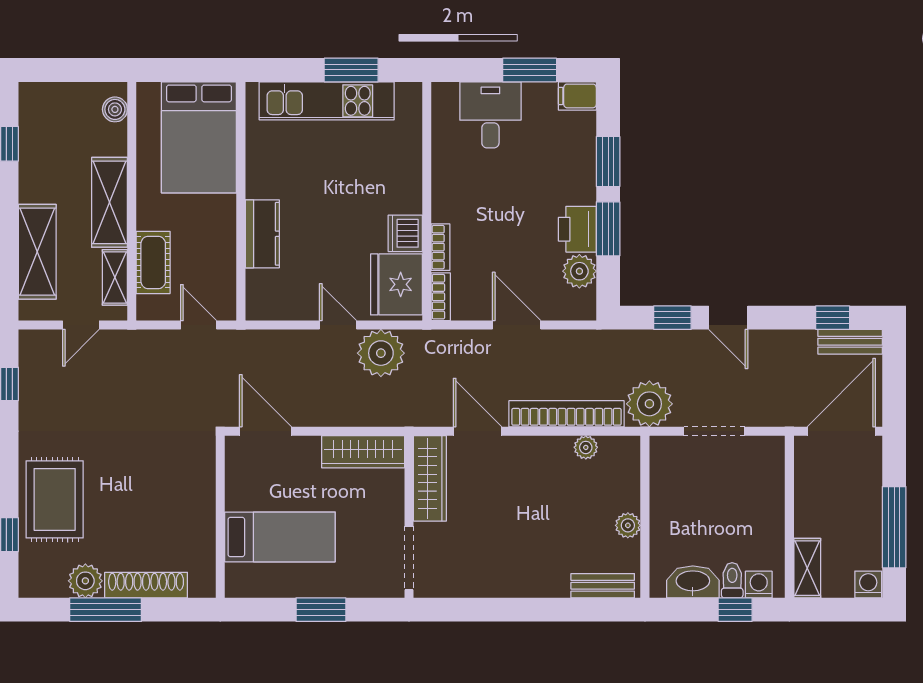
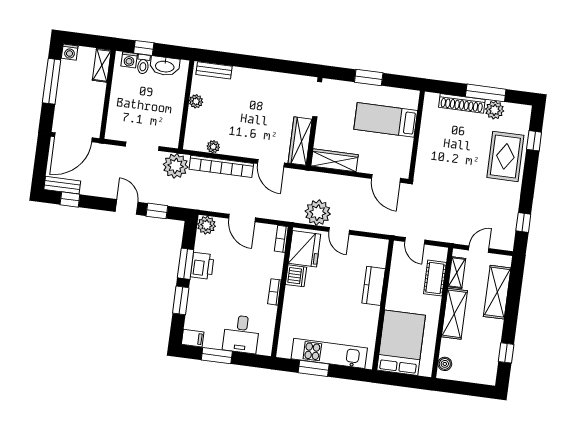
bookcase: (440, 247) -> (274, 292), moved
plant: (579, 271) -> (206, 225), moved

